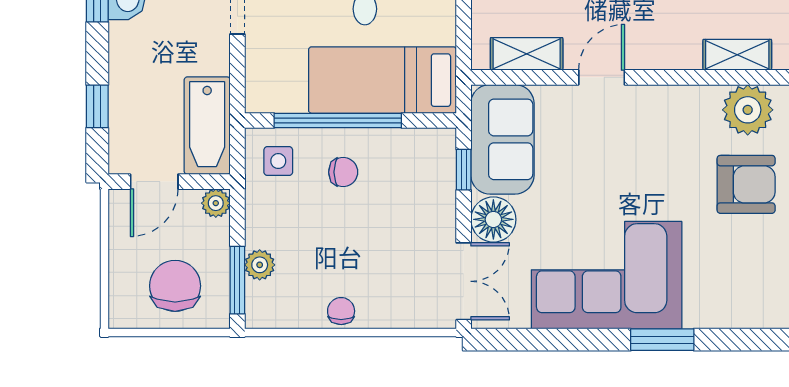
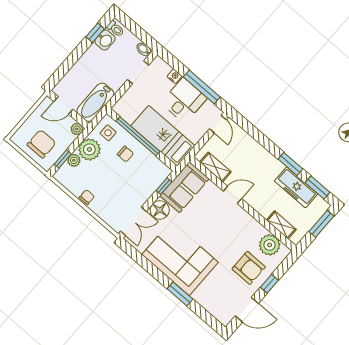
window: (97, 106) -> (66, 66), removed
plant: (271, 221) -> (89, 149), added
window: (237, 280) -> (63, 159), width x0.67

